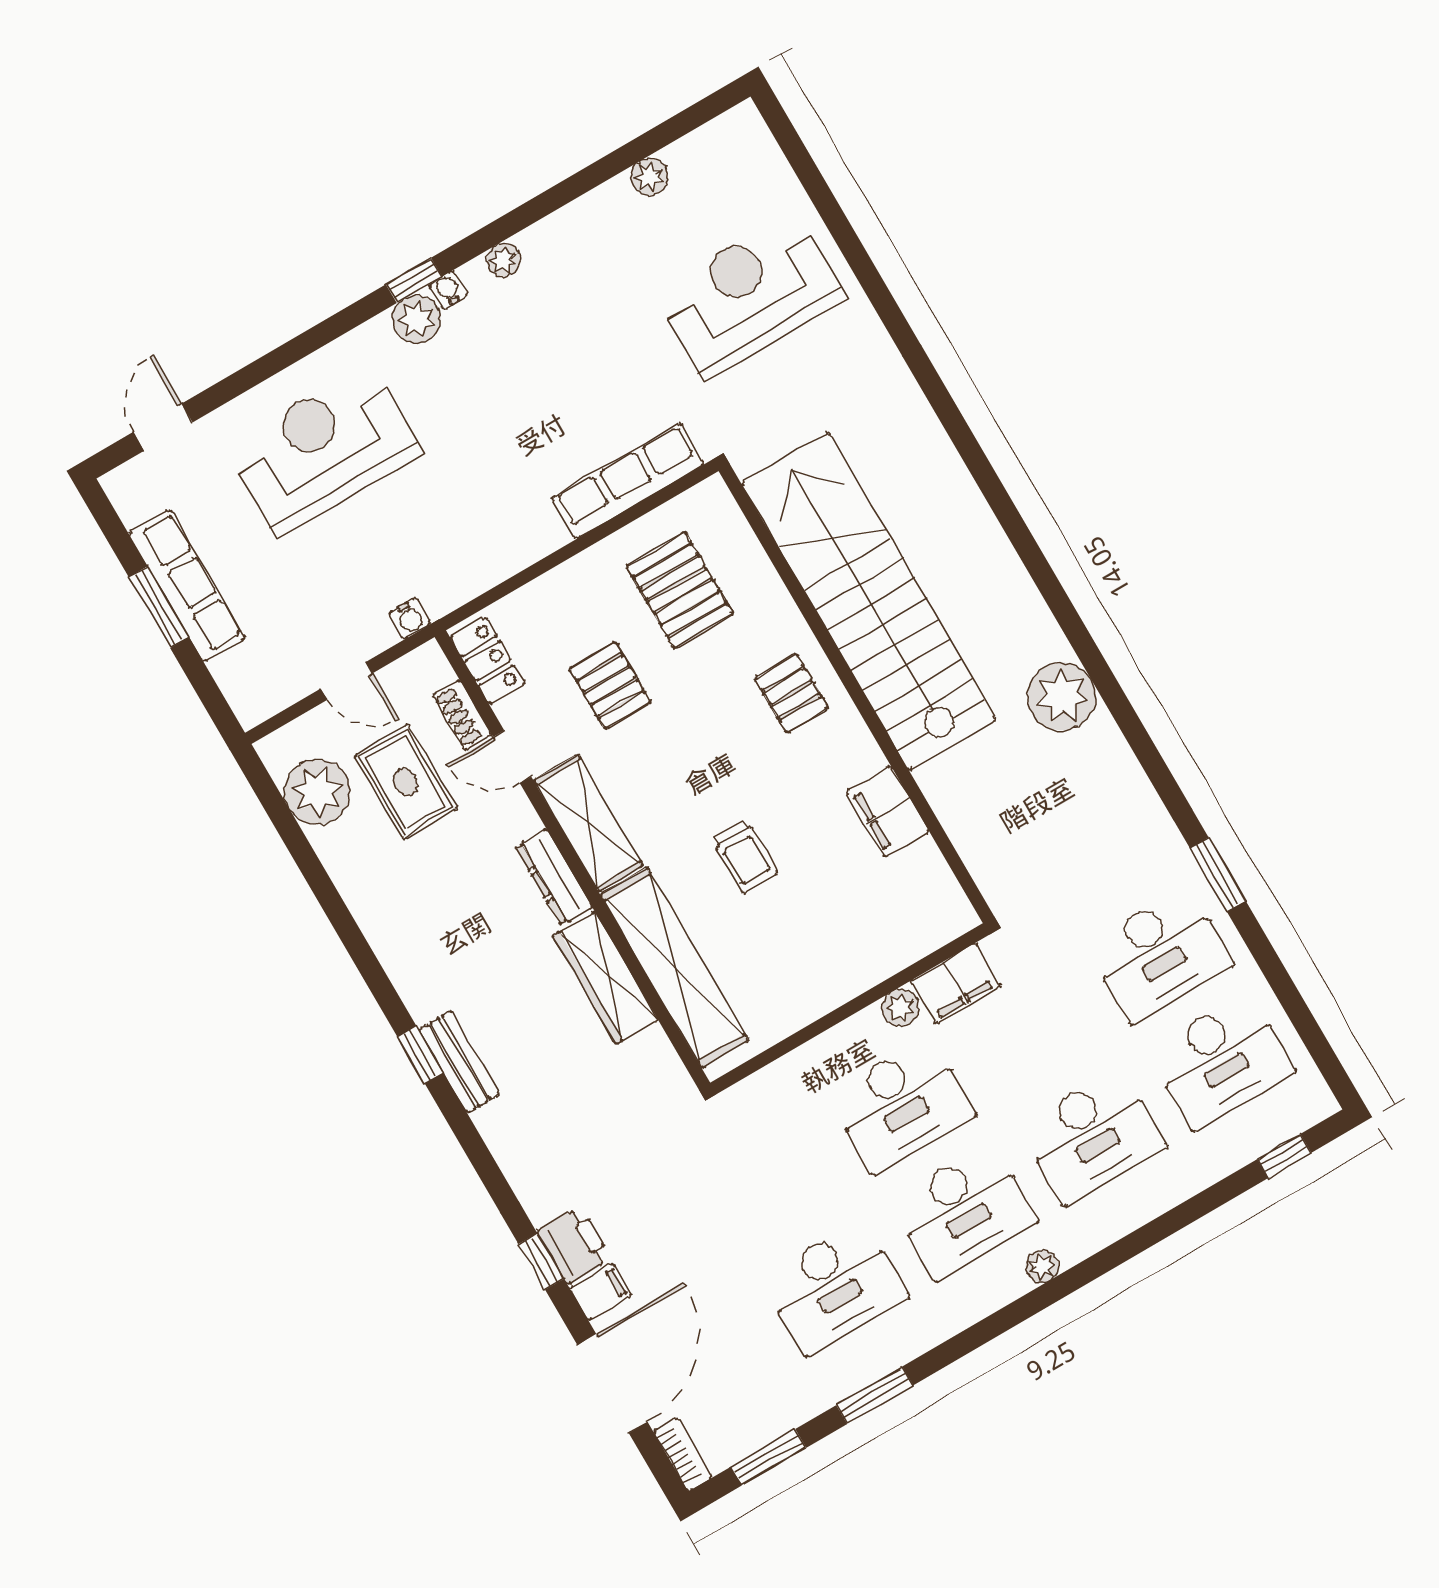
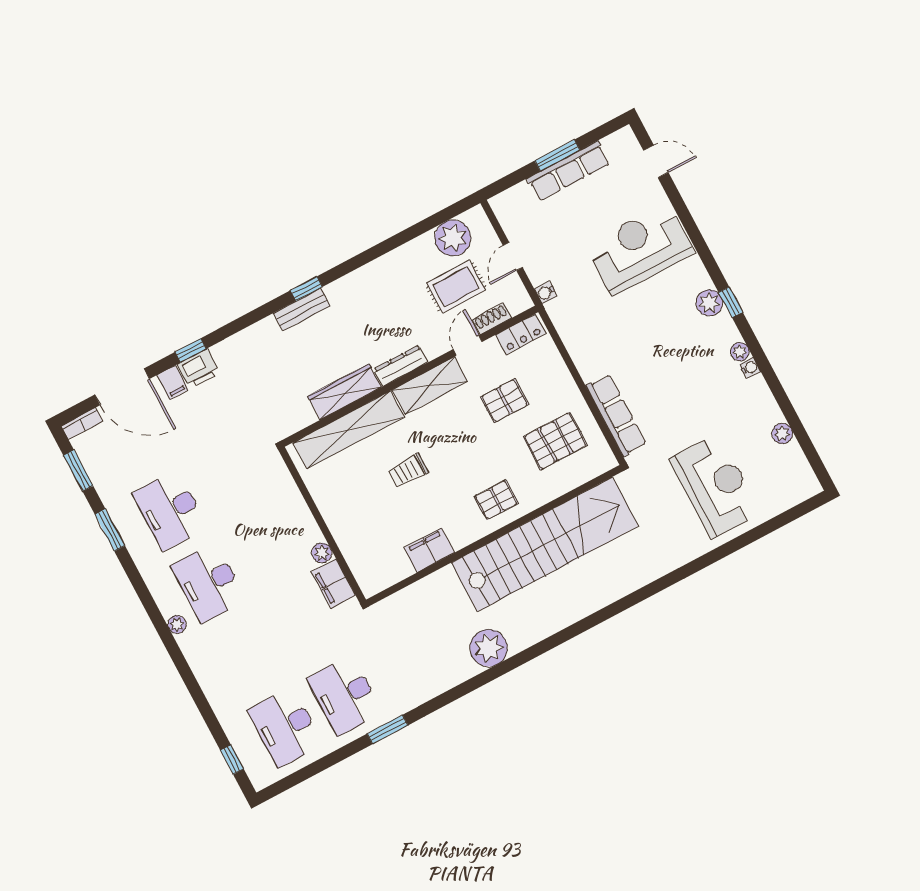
water cooler: (448, 290) -> (750, 368), moved
reception desk: (323, 450) -> (640, 249), turned -90
desk: (901, 1105) -> (268, 551), removed
desk: (1092, 1136) -> (247, 655), removed

